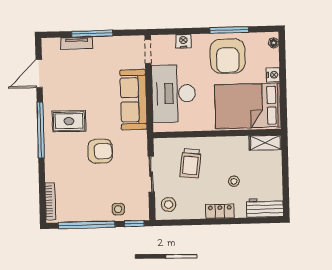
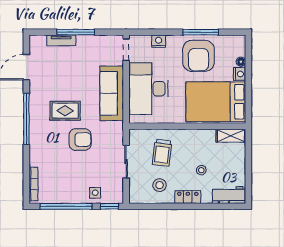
floor lamp: (274, 43) -> (241, 62), moved
rug: (69, 121) -> (65, 111), moved
stool: (169, 204) -> (160, 185), moved

